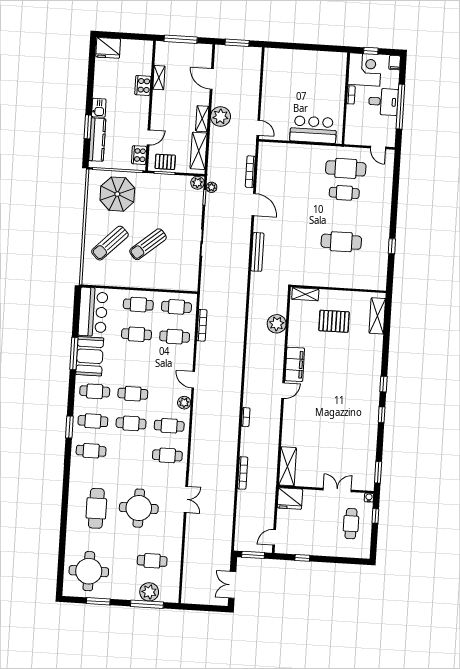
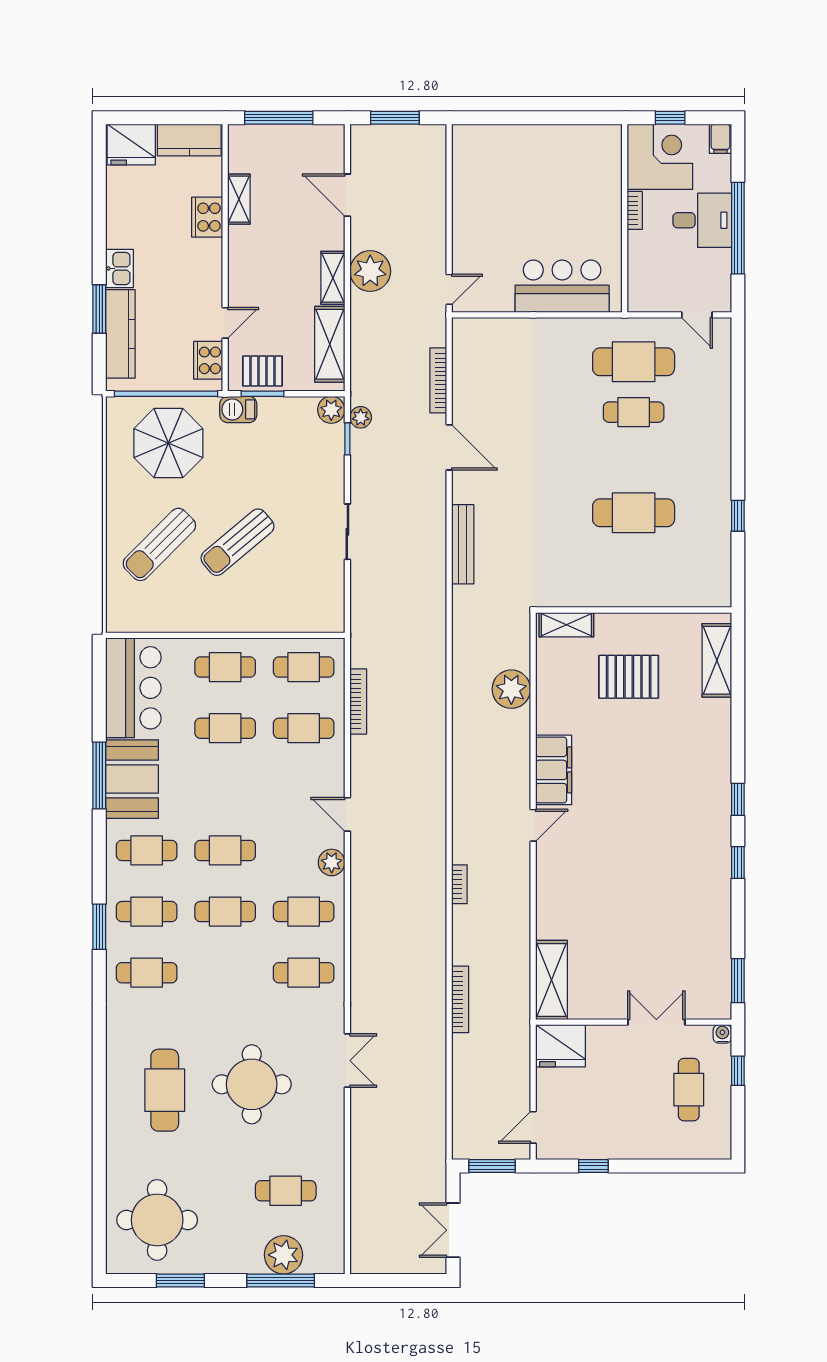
kitchen counter: (137, 47) -> (189, 140), added
door: (258, 128) -> (449, 289), hinge flipped
barbecue: (152, 180) -> (238, 409), added

